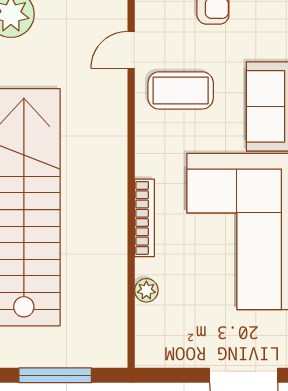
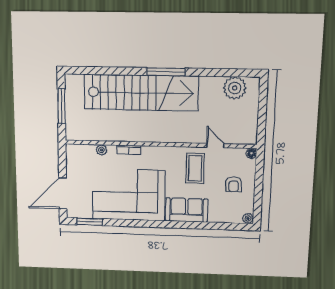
bookcase: (145, 218) -> (129, 150), width x0.64

